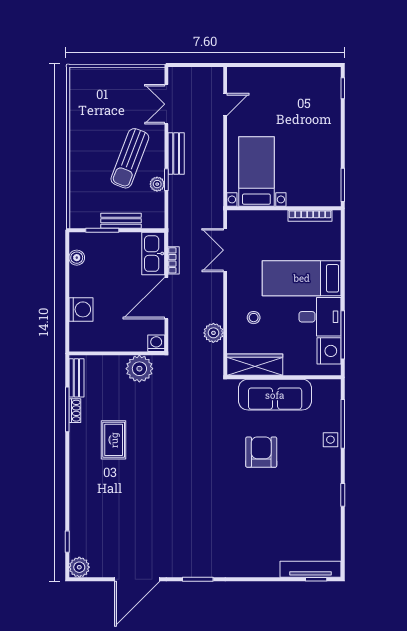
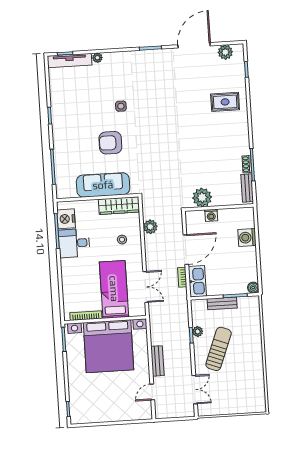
bench: (176, 154) -> (157, 361), moved
bed with nightstands: (256, 172) -> (108, 346), width x1.85
boiler: (77, 258) -> (253, 288), moved
bed: (302, 278) -> (114, 289), moved, turned -90
washing machine: (156, 343) -> (211, 215), moved
rug: (114, 440) -> (225, 102), moved, turned 90
side table: (330, 440) -> (121, 106), moved
armchair: (261, 452) -> (110, 143), turned 90
plant: (79, 567) -> (225, 52), moved
plant: (272, 571) -> (97, 58), added

